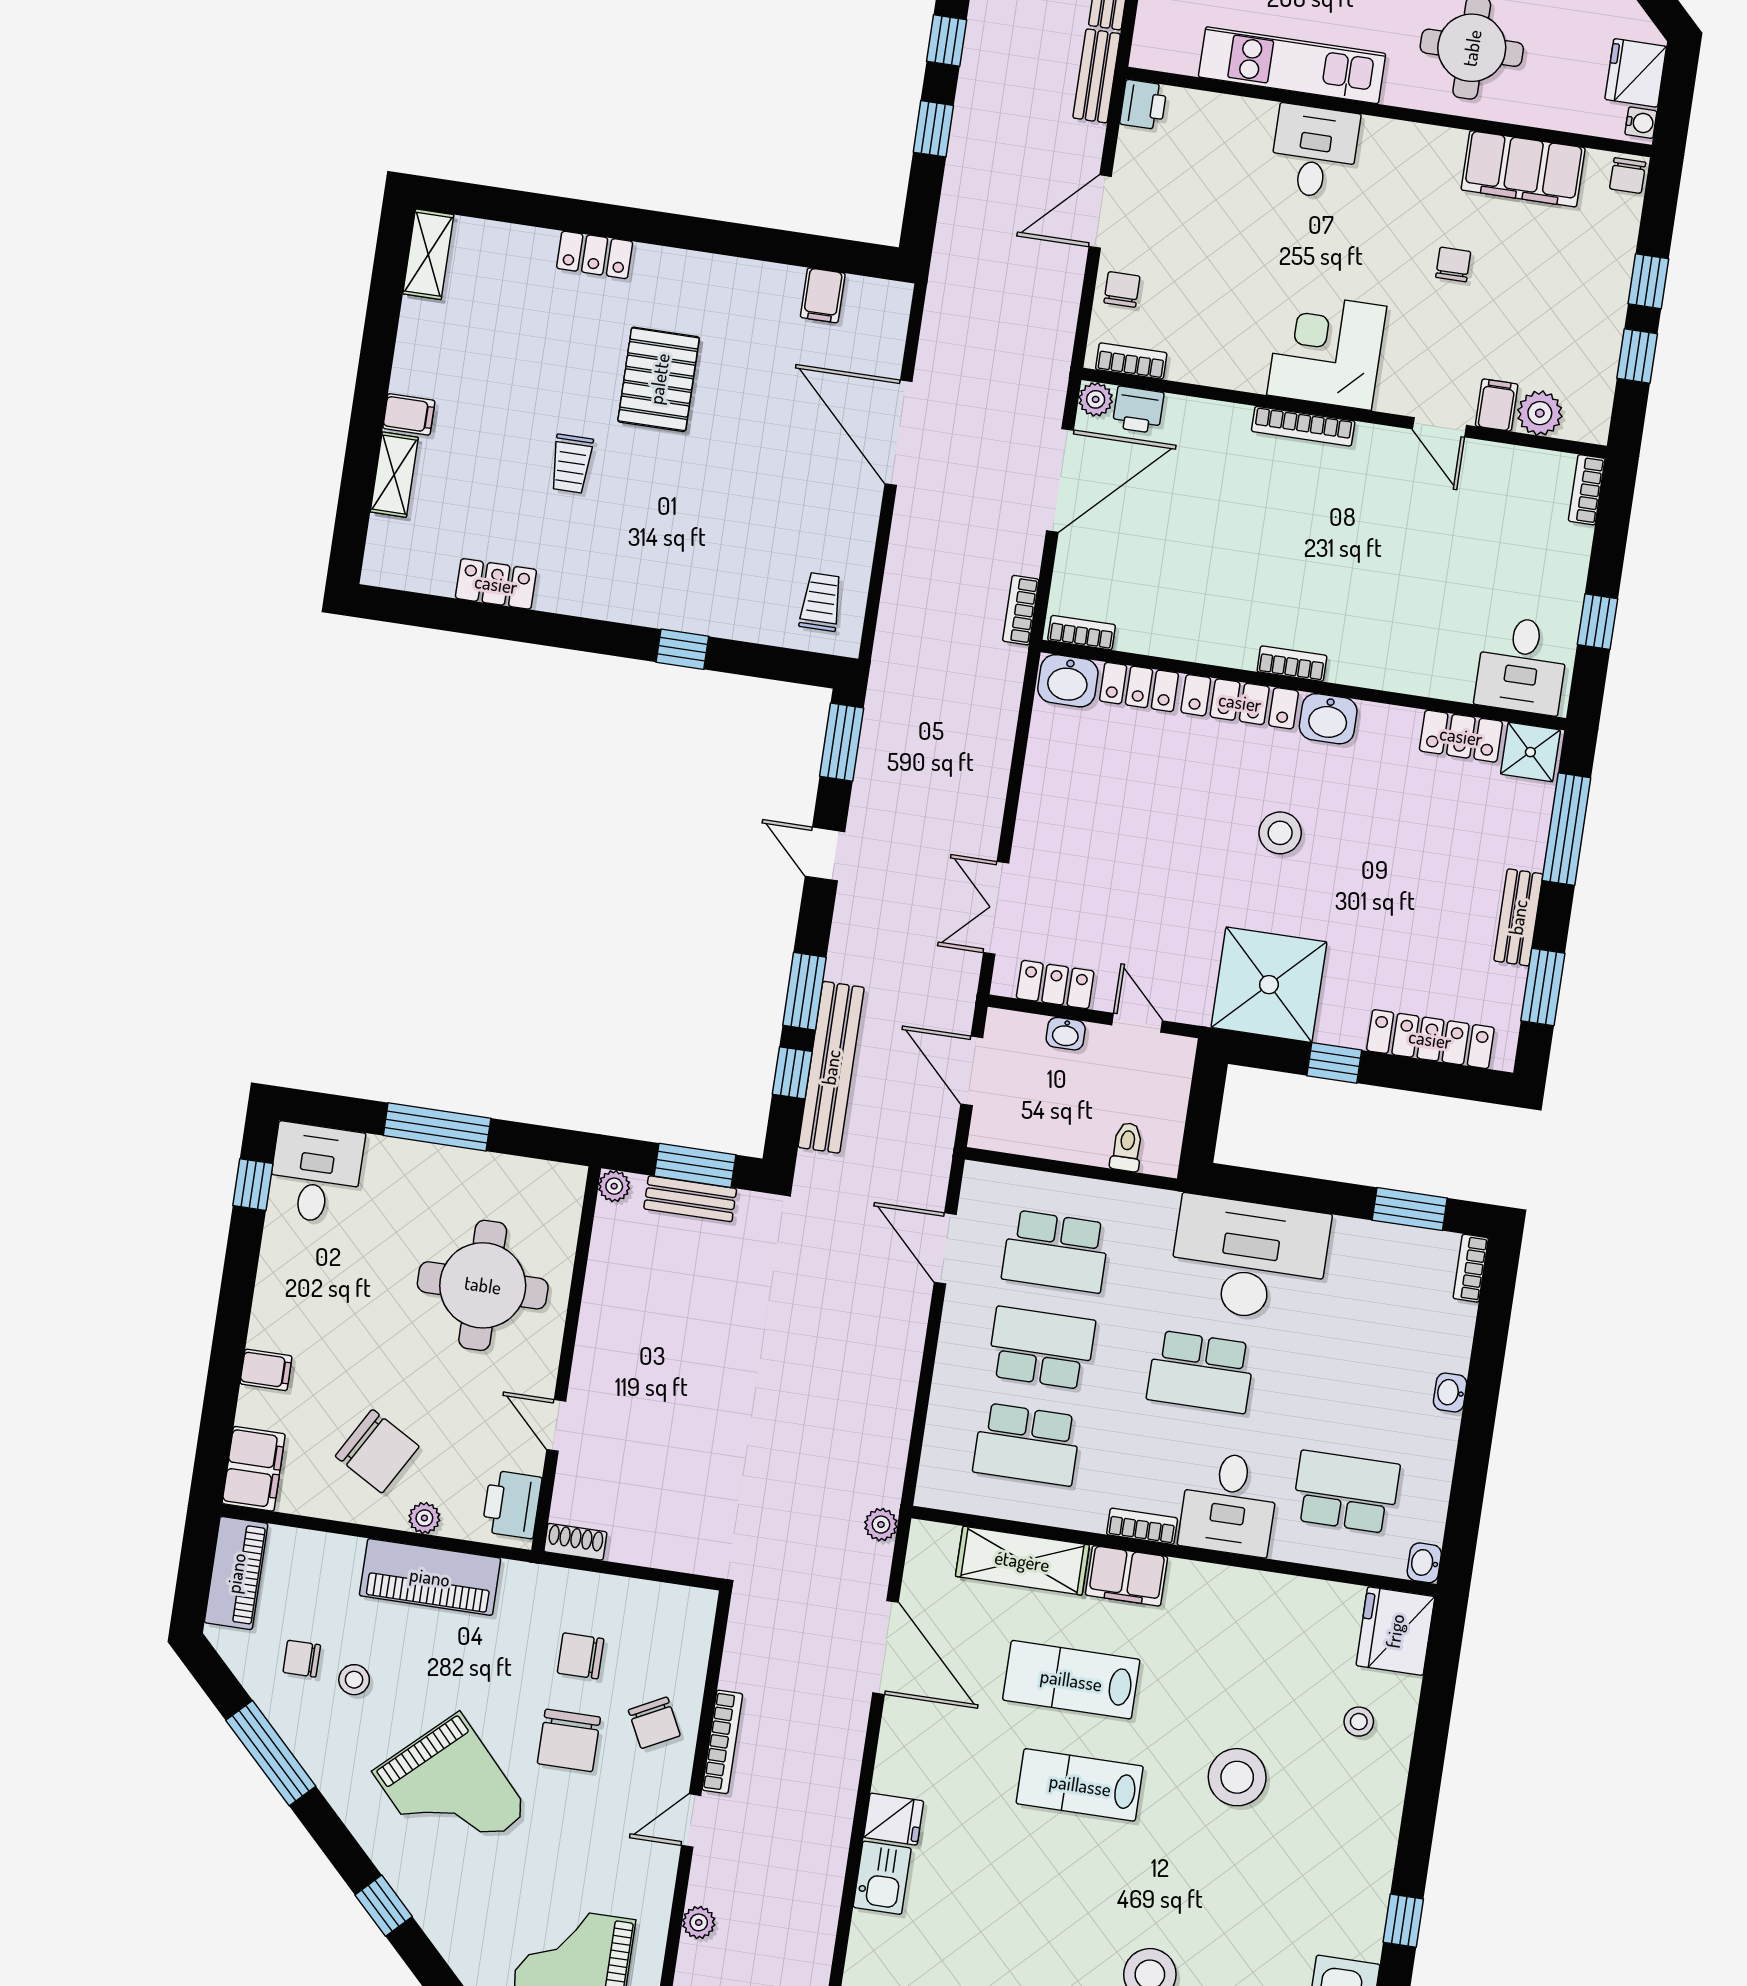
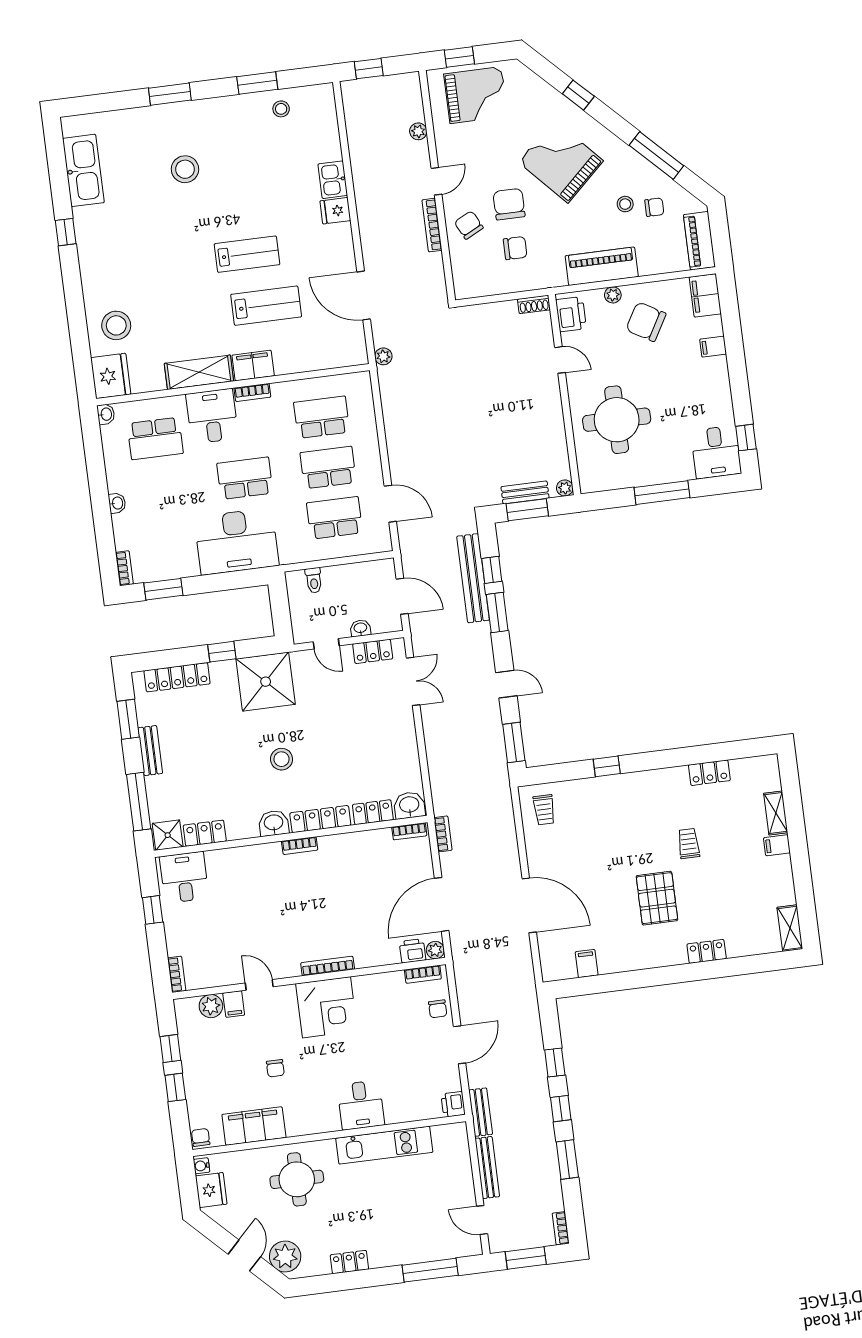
school desk: (1041, 1348) -> (328, 468), turned 180
shelving: (1022, 1561) -> (199, 372), moved
stool: (1359, 1722) -> (116, 325), width x1.89, depth x1.89
stool: (1237, 1777) -> (169, 280), removed

